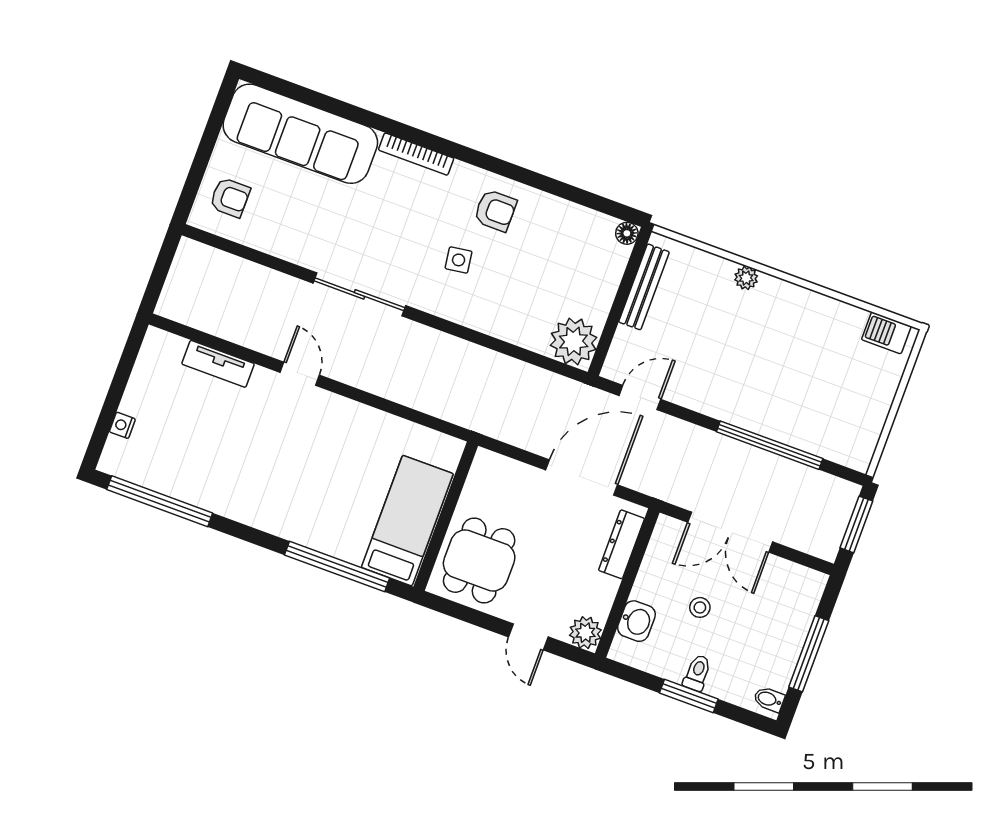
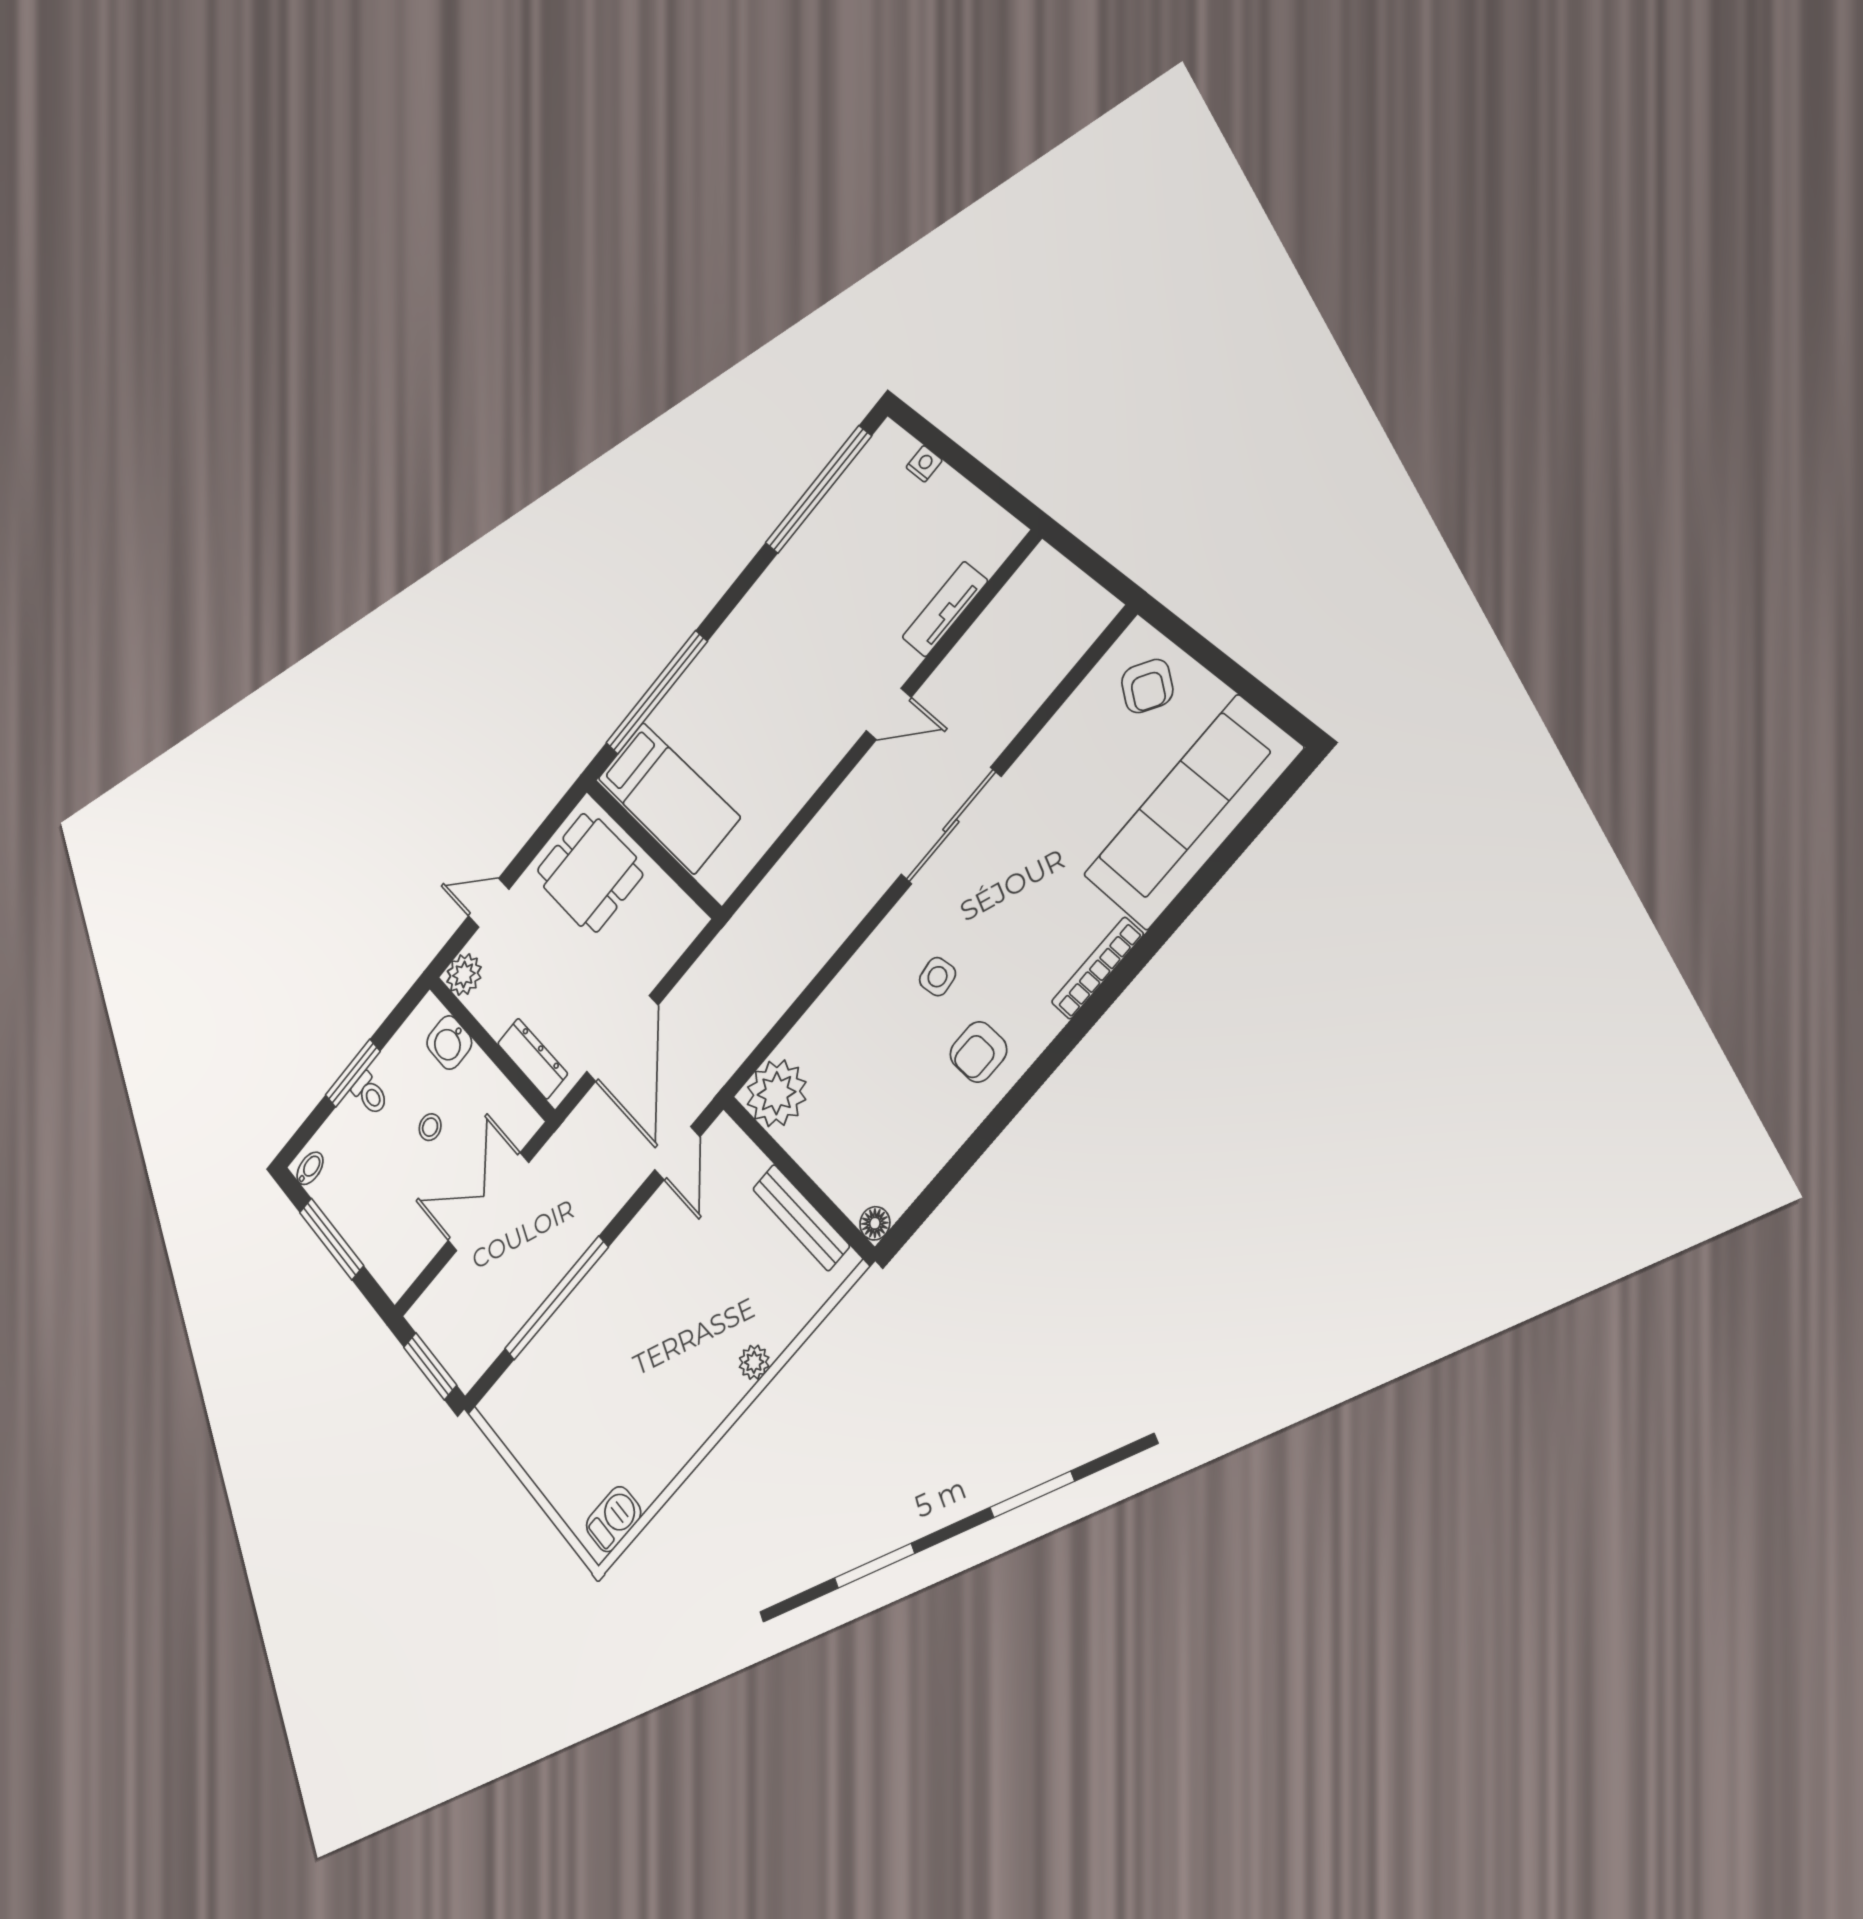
armchair: (230, 198) -> (1147, 686), turned -55

